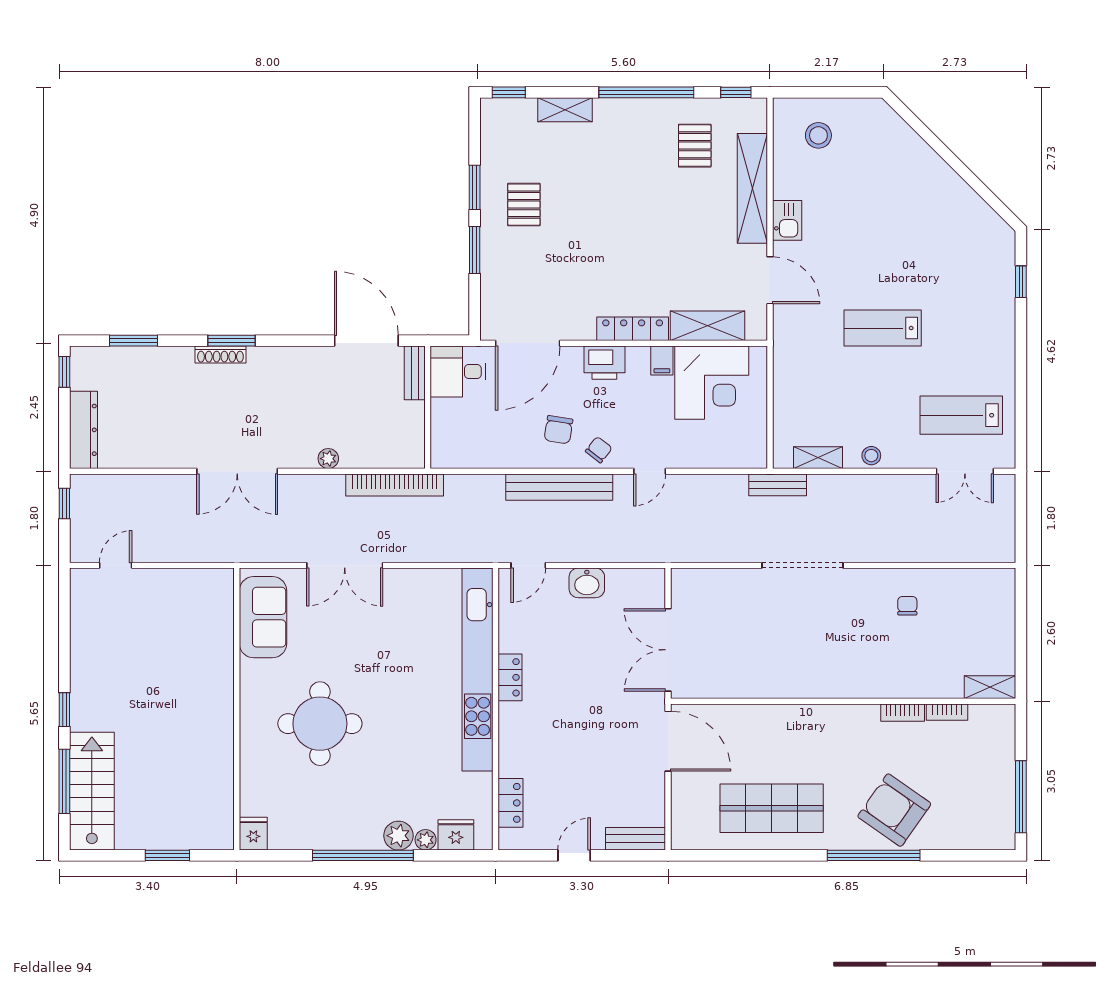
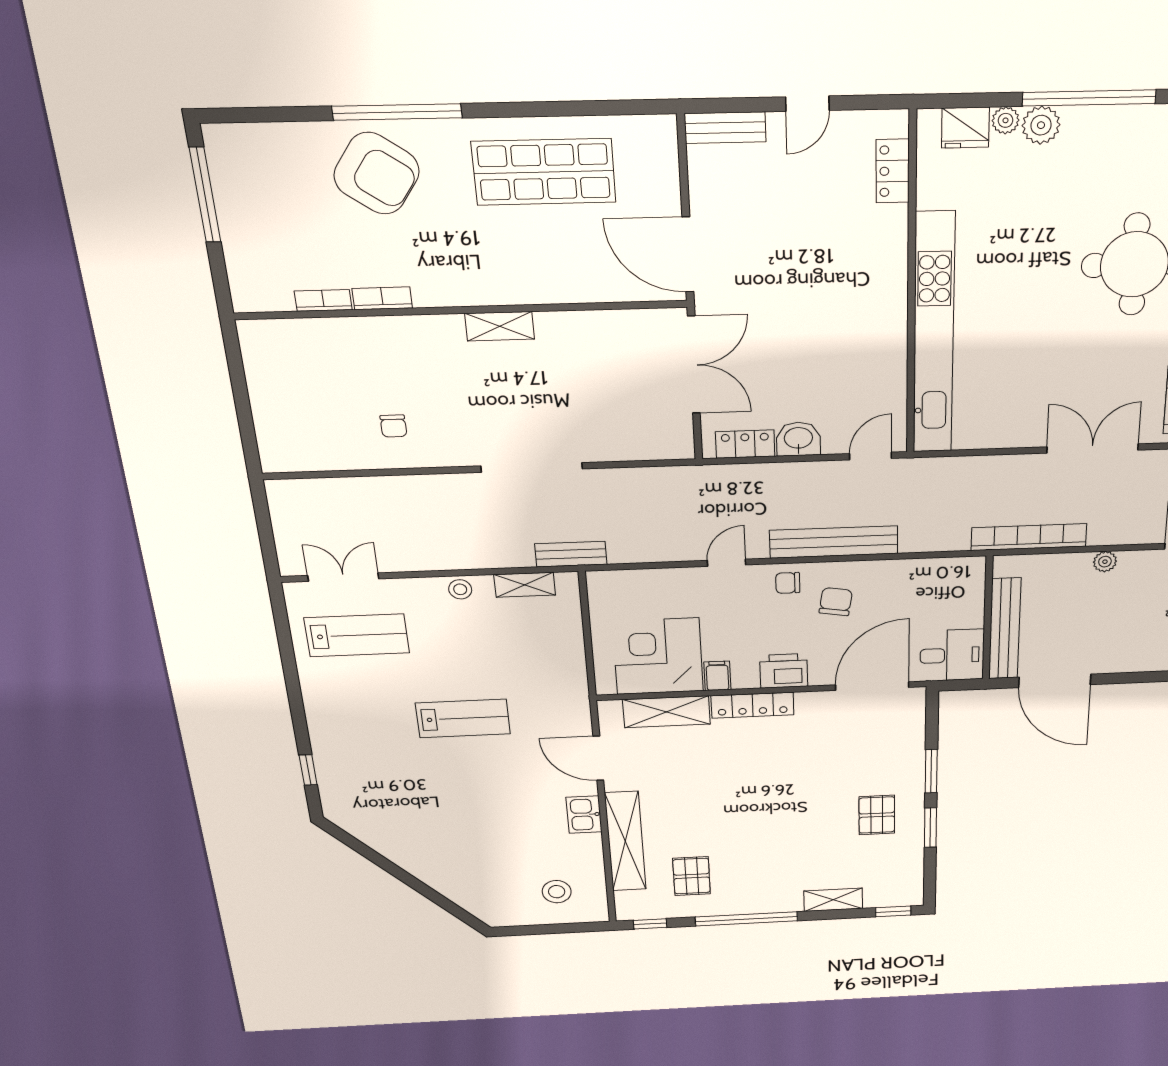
bench: (415, 373) -> (1005, 629), width x1.86, depth x1.21
chair: (599, 450) -> (788, 583), turned 52
locker: (510, 677) -> (745, 444), moved, turned 90
shelving: (990, 687) -> (500, 326), moved

